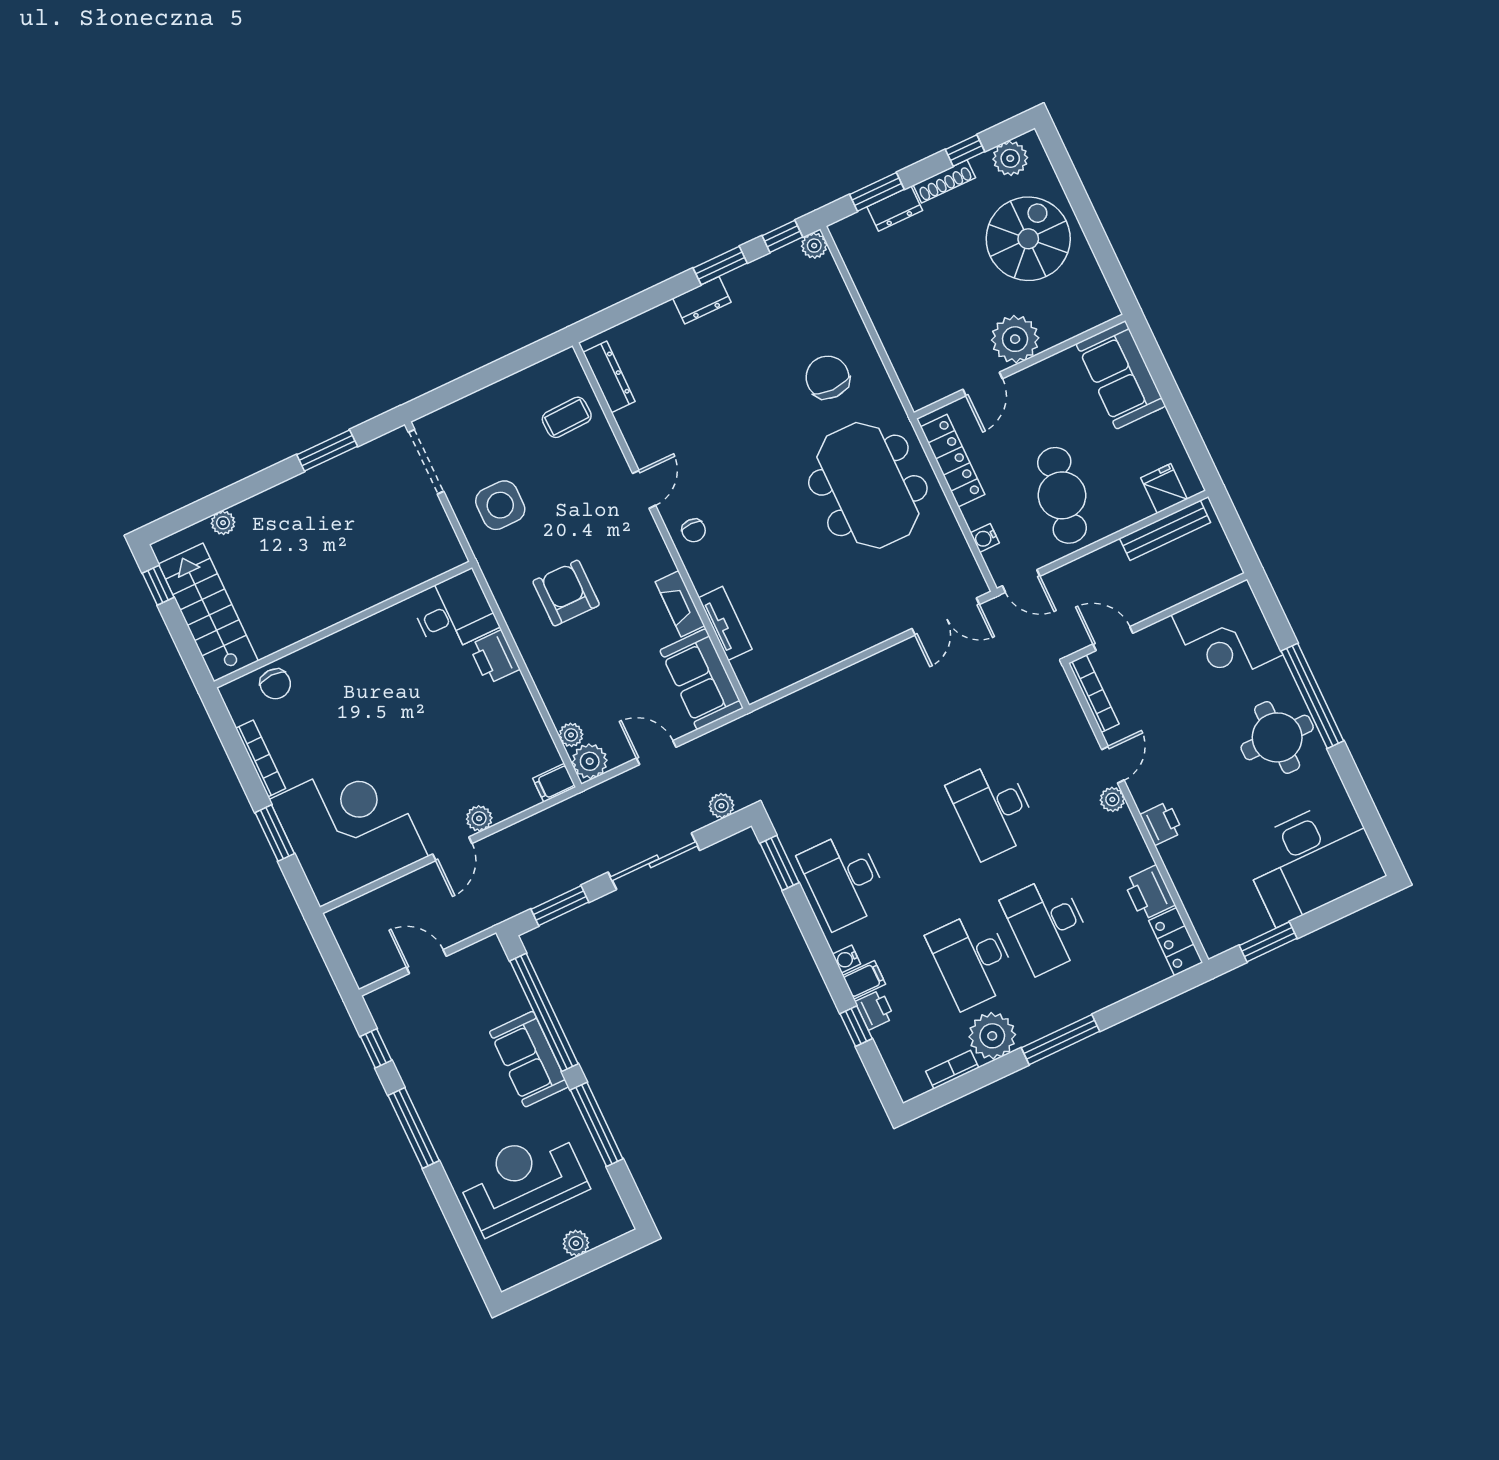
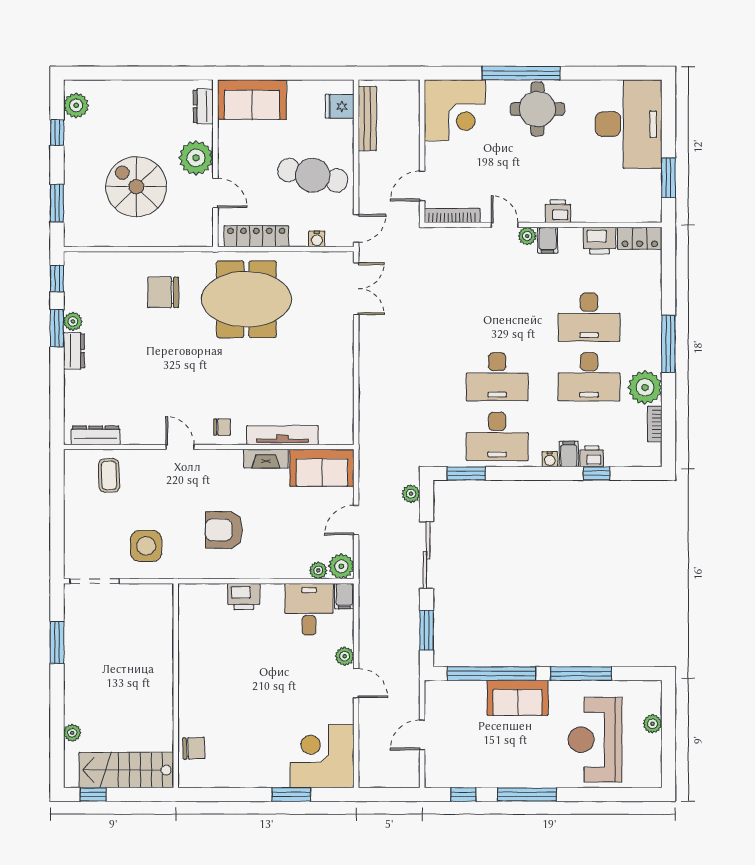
shoe rack: (944, 181) -> (71, 156), removed
dresser: (895, 209) -> (203, 106), moved, turned 180
spiral stairs: (1028, 239) -> (136, 187), moved
plant: (814, 246) -> (73, 321), moved
desk: (454, 612) -> (309, 609), moved
tv unit: (725, 623) -> (282, 435), width x1.41
bookcase: (261, 758) -> (238, 781), removed
desk: (993, 810) -> (497, 377), moved
corner desk: (349, 828) -> (322, 756), width x0.74, depth x0.74
filing cabinet: (1119, 828) -> (548, 240), added

